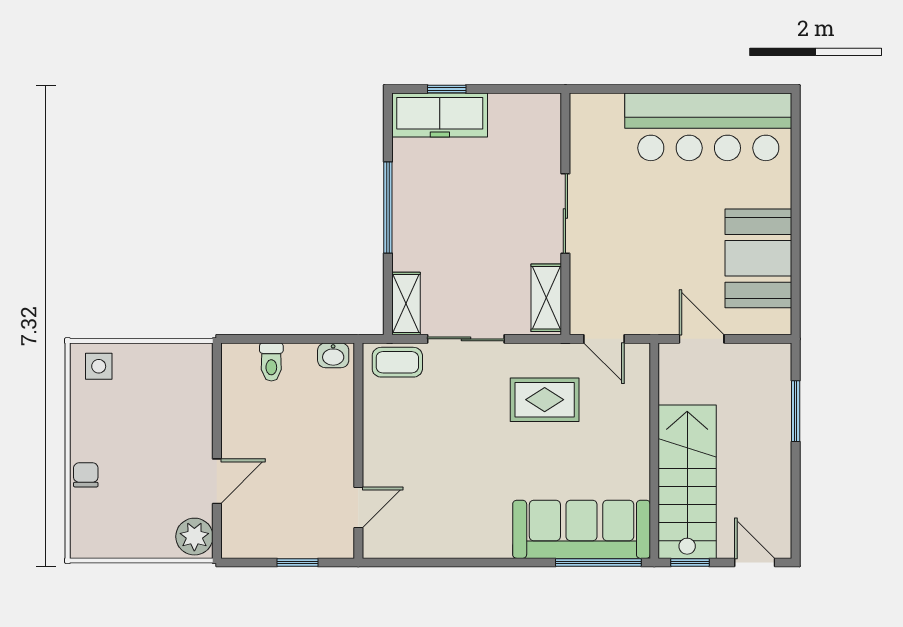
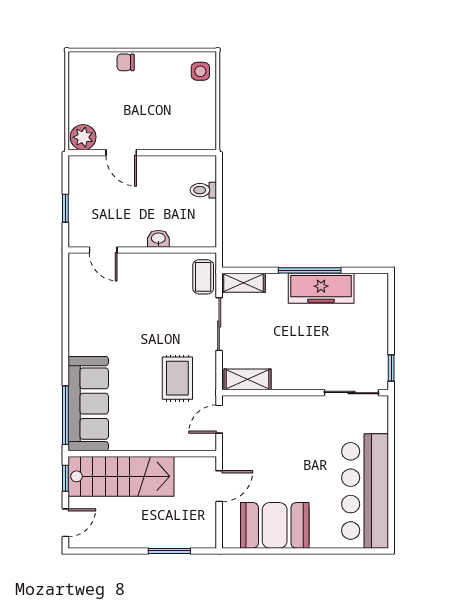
window: (447, 89) -> (391, 368), moved
freezer: (440, 115) -> (321, 288), moved, turned -90
sliding door: (565, 214) -> (352, 393), moved
washbasin: (333, 355) -> (158, 239), moved, turned 90
chair: (86, 475) -> (126, 62), turned 180

